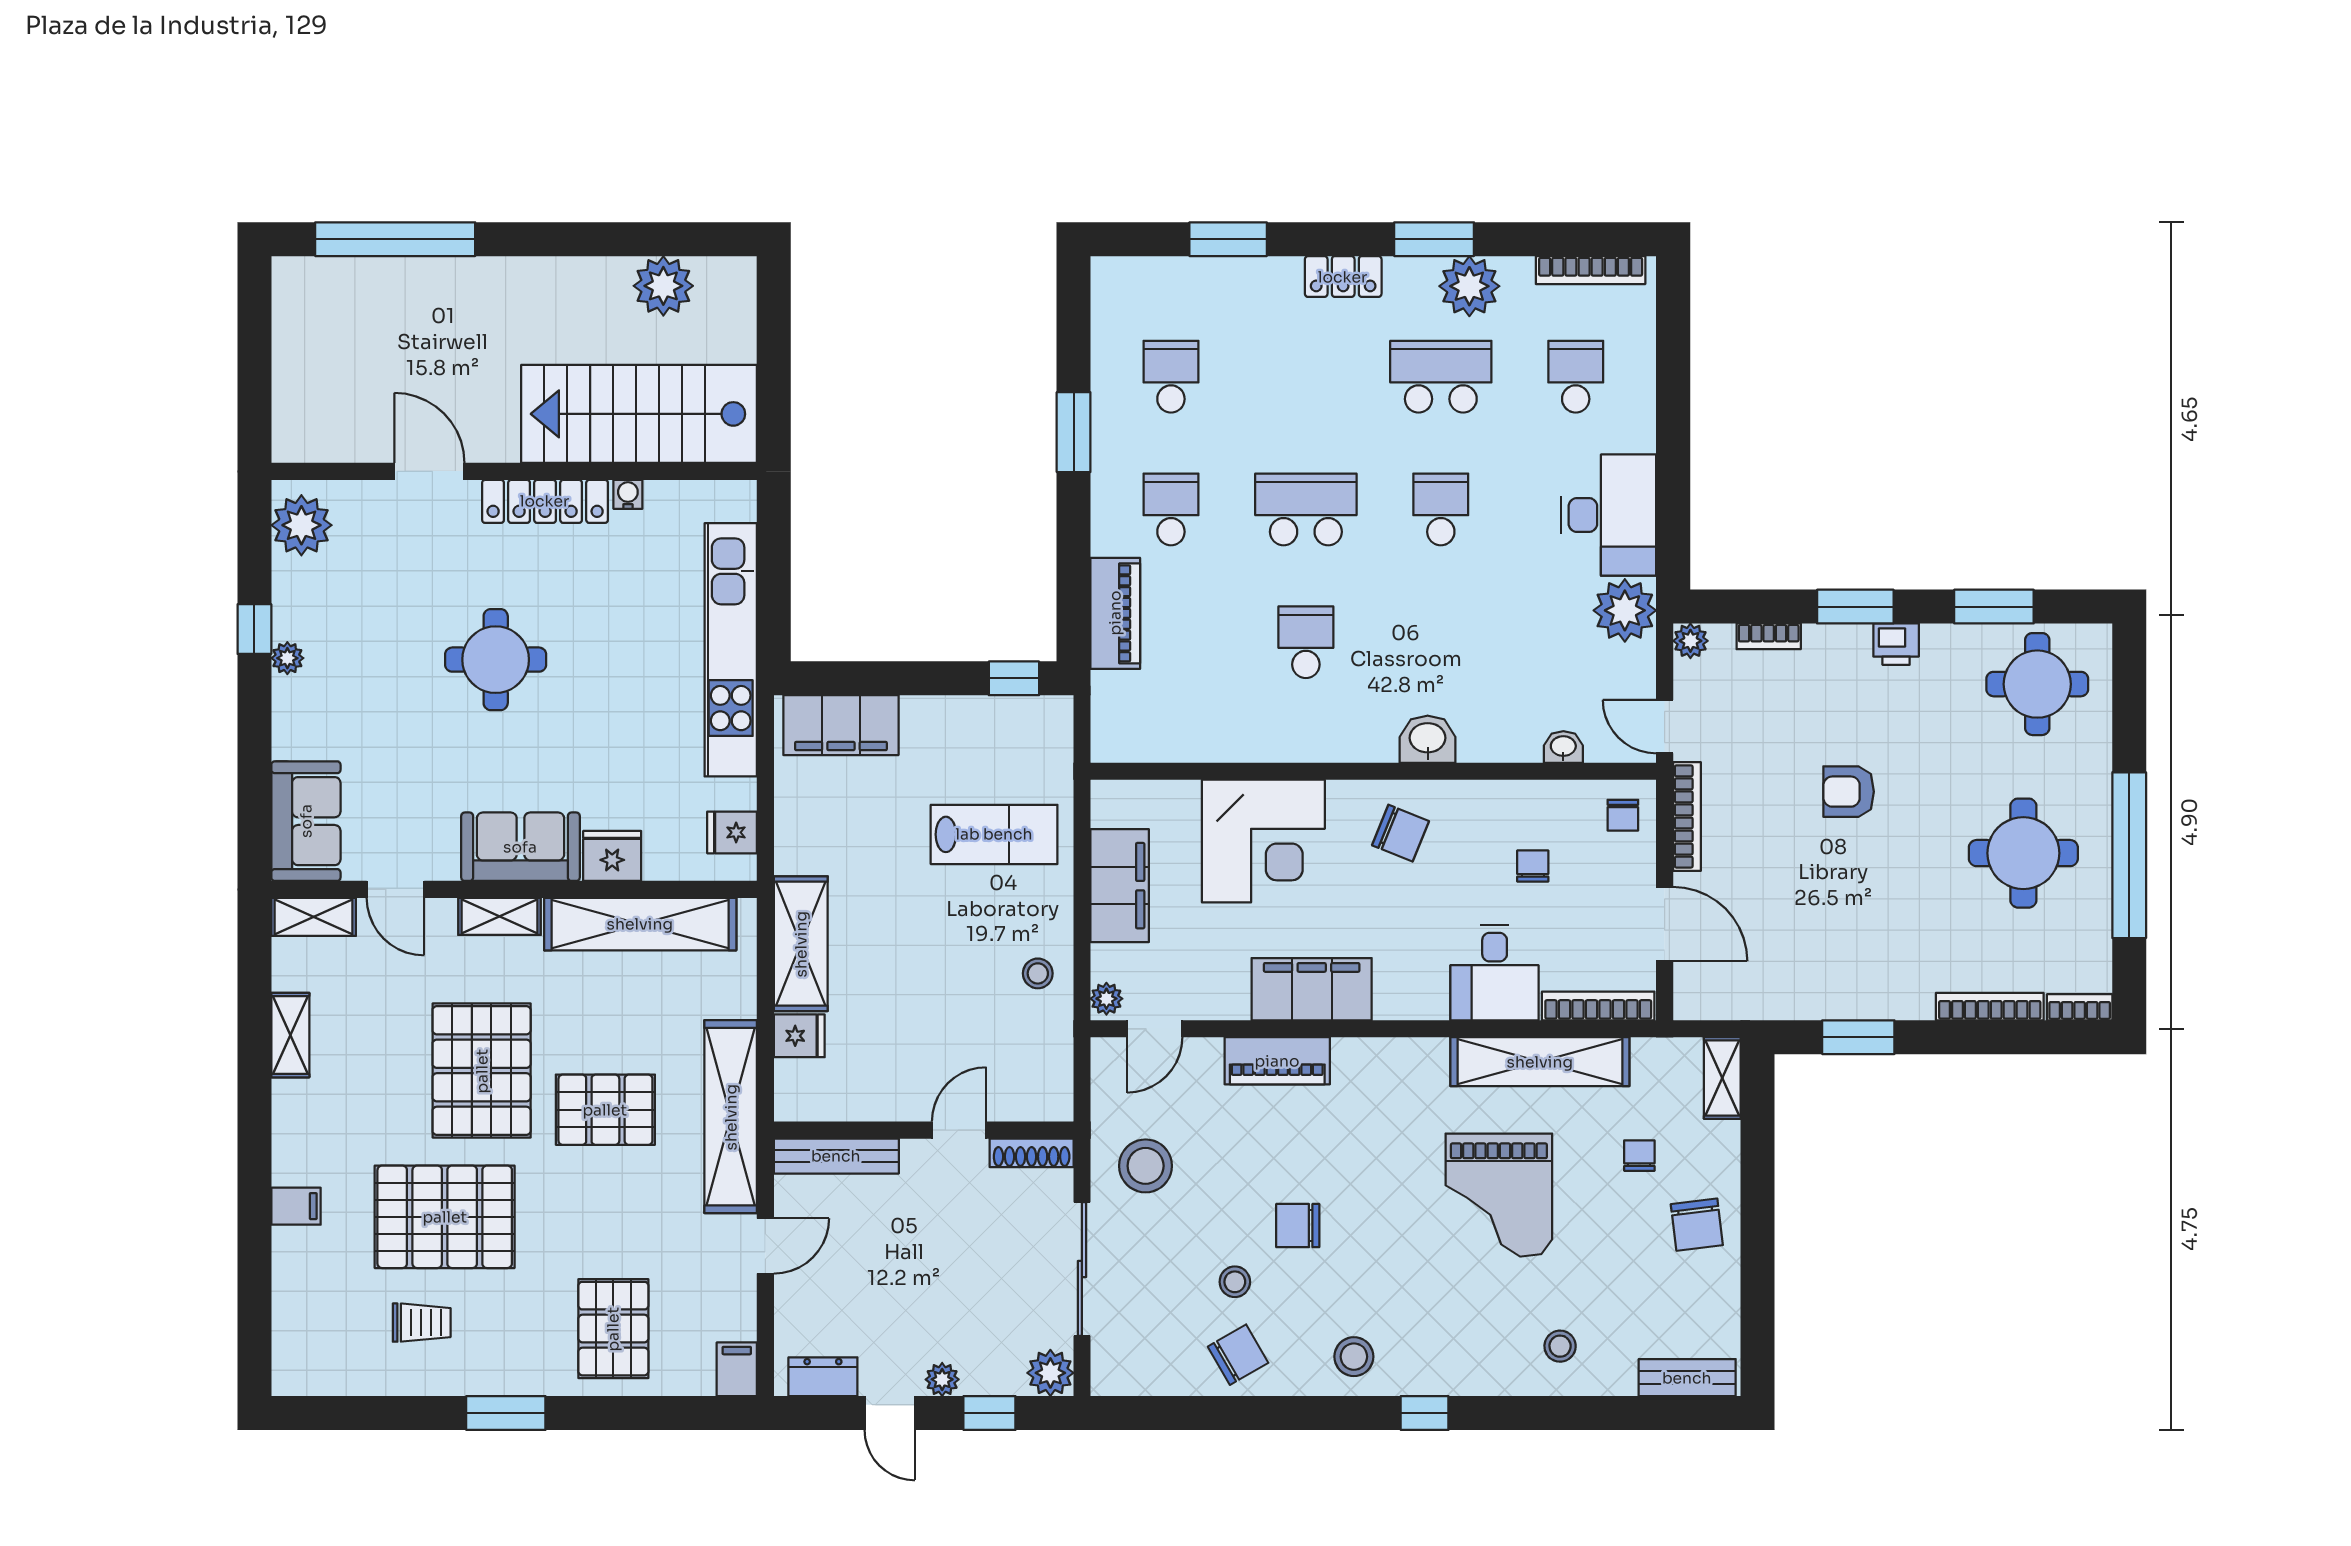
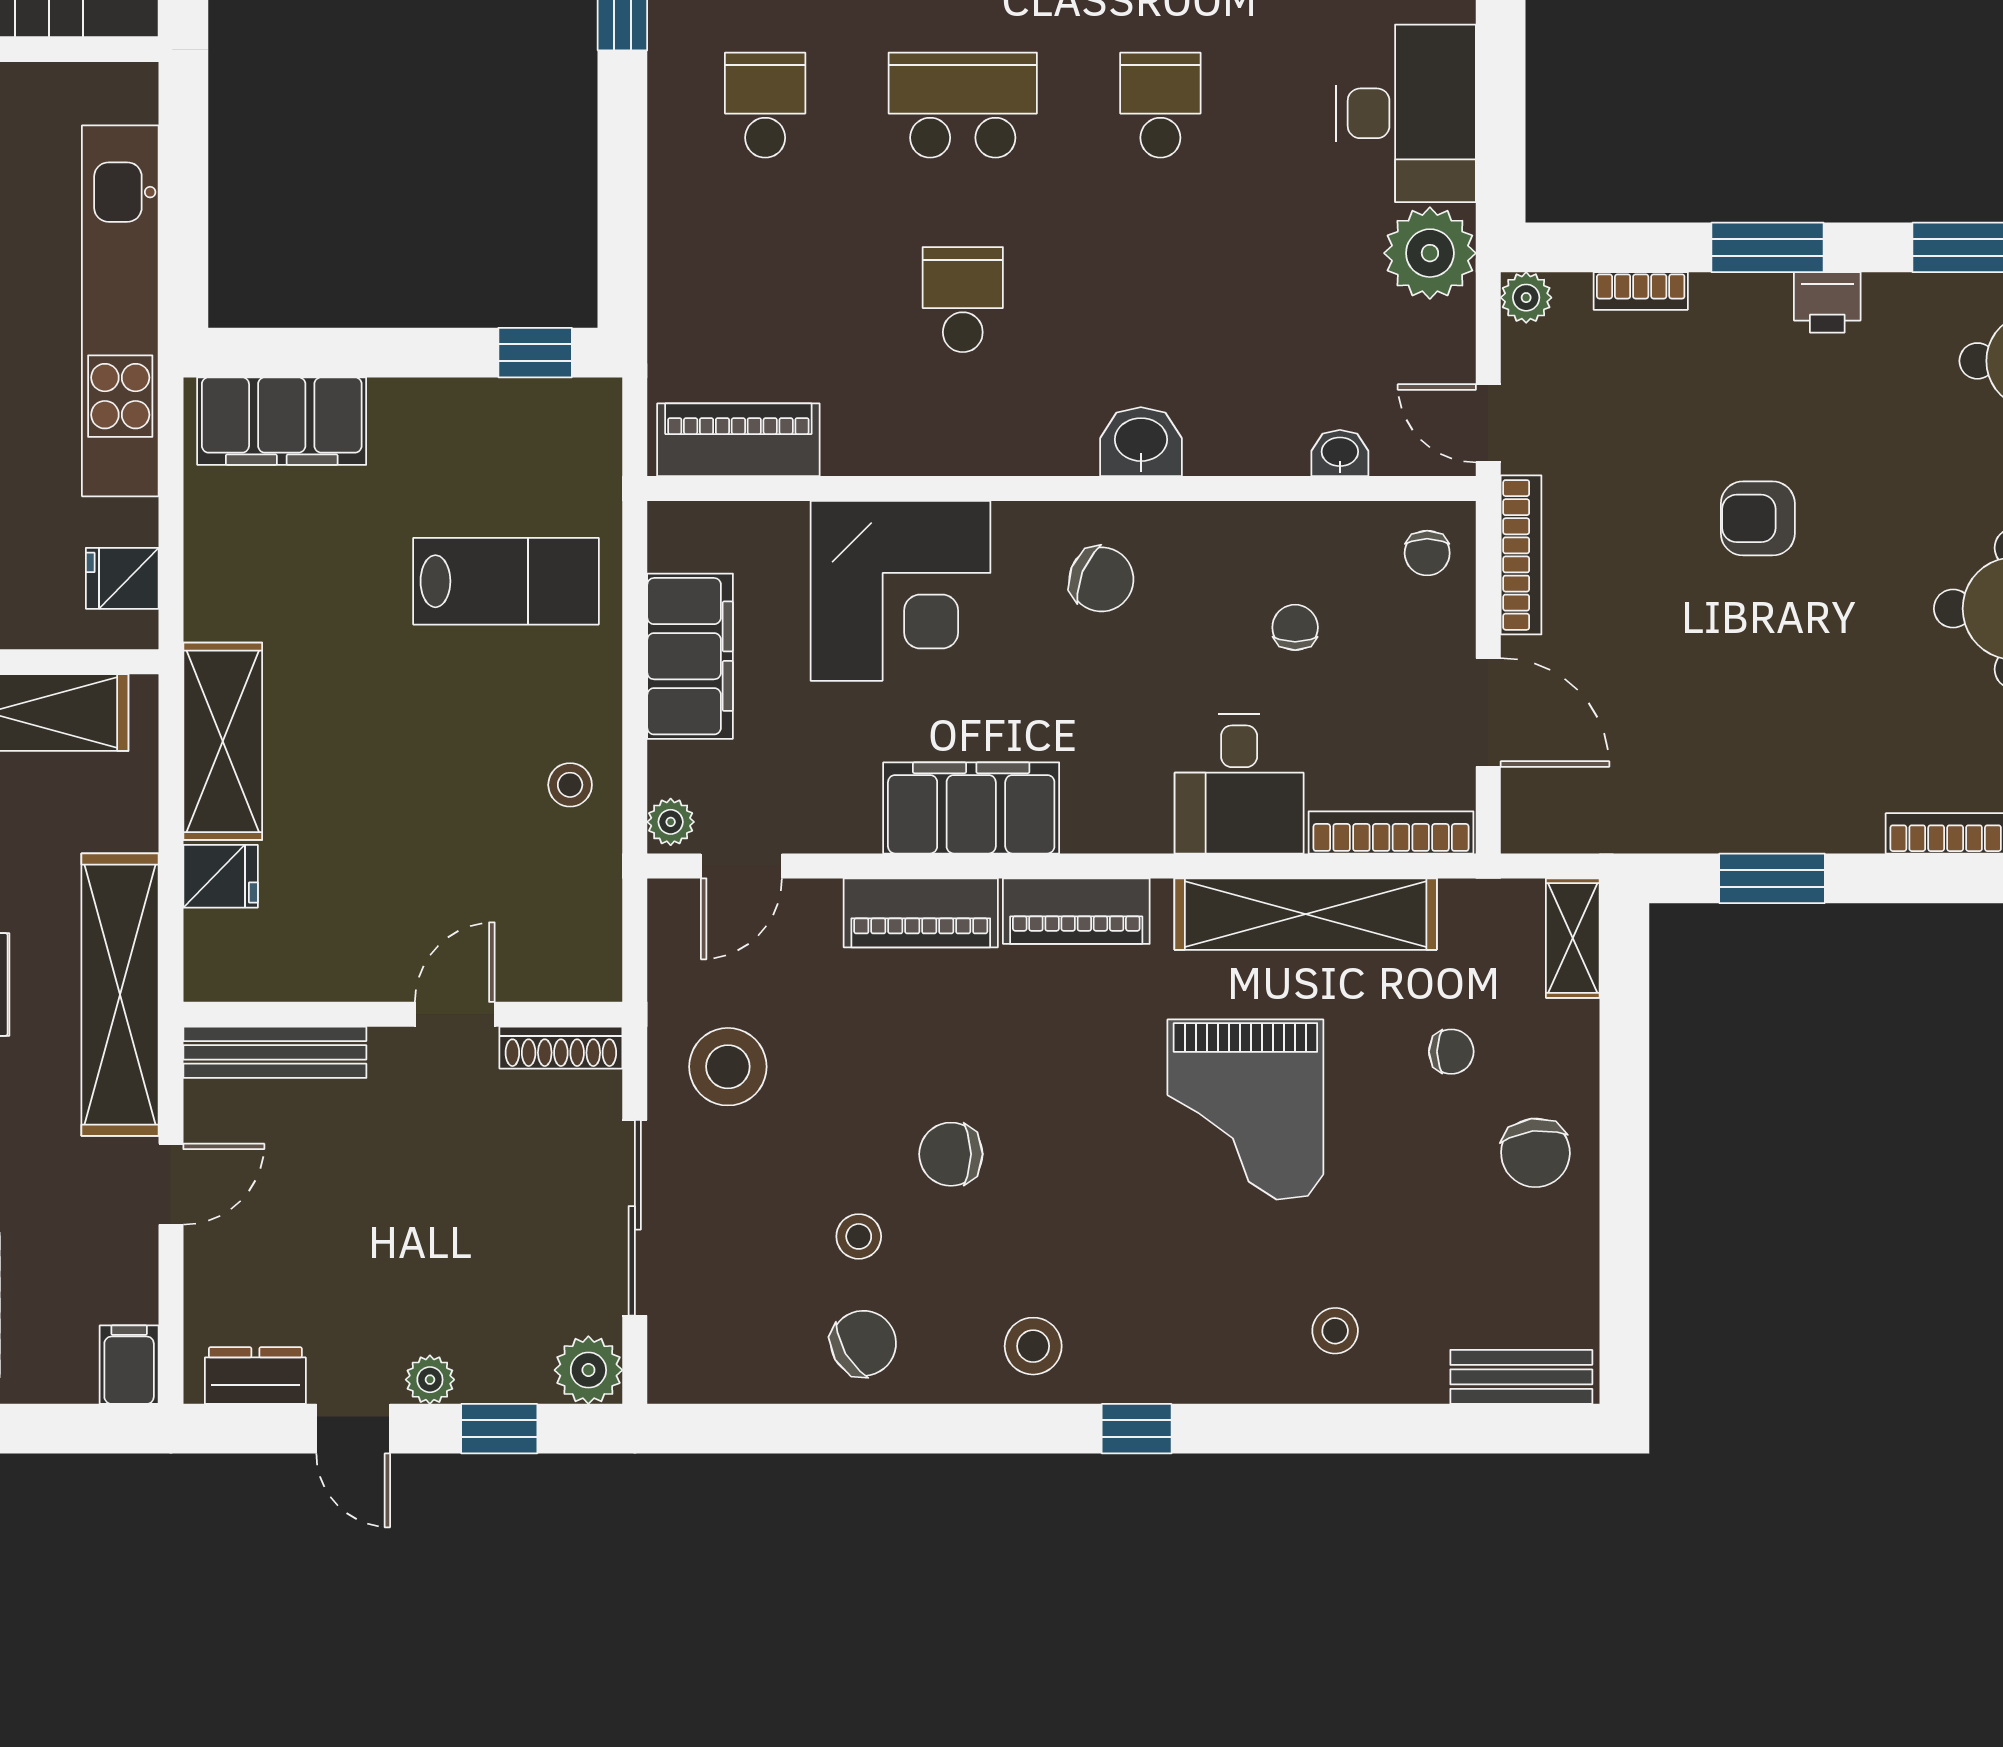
piano: (1115, 613) -> (738, 440), moved, turned -90
piano: (1383, 1060) -> (1076, 911), added
chair: (1639, 1156) -> (1451, 1052), turned 90

